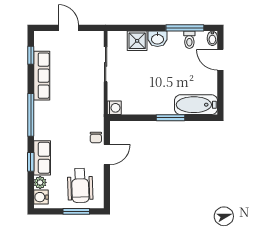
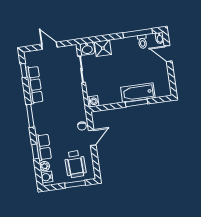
washbasin: (157, 39) -> (87, 49), moved
bathtub: (196, 105) -> (138, 93), moved
window: (31, 115) -> (30, 116), width x0.69

